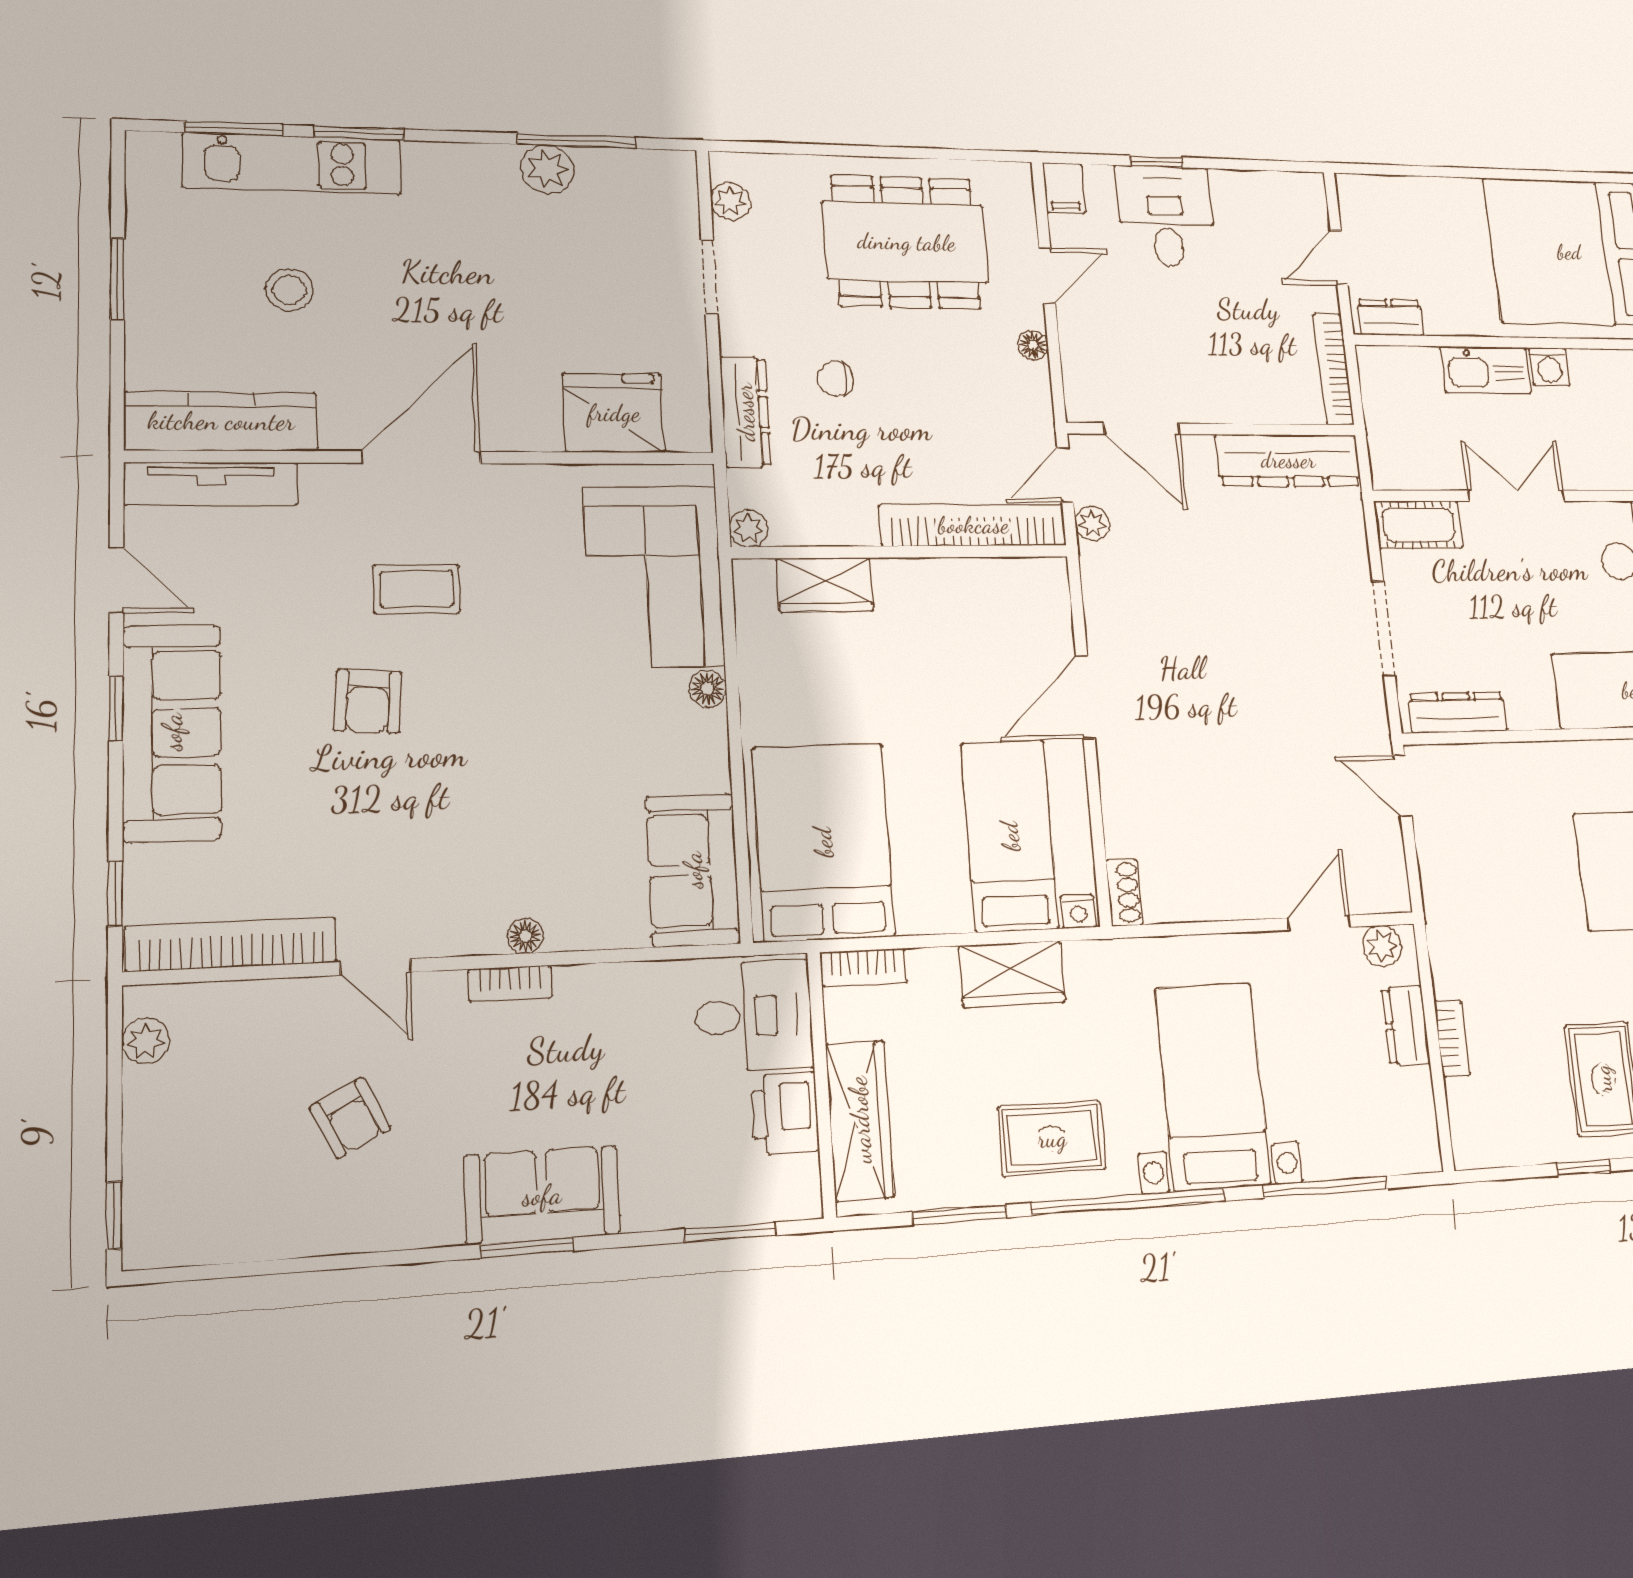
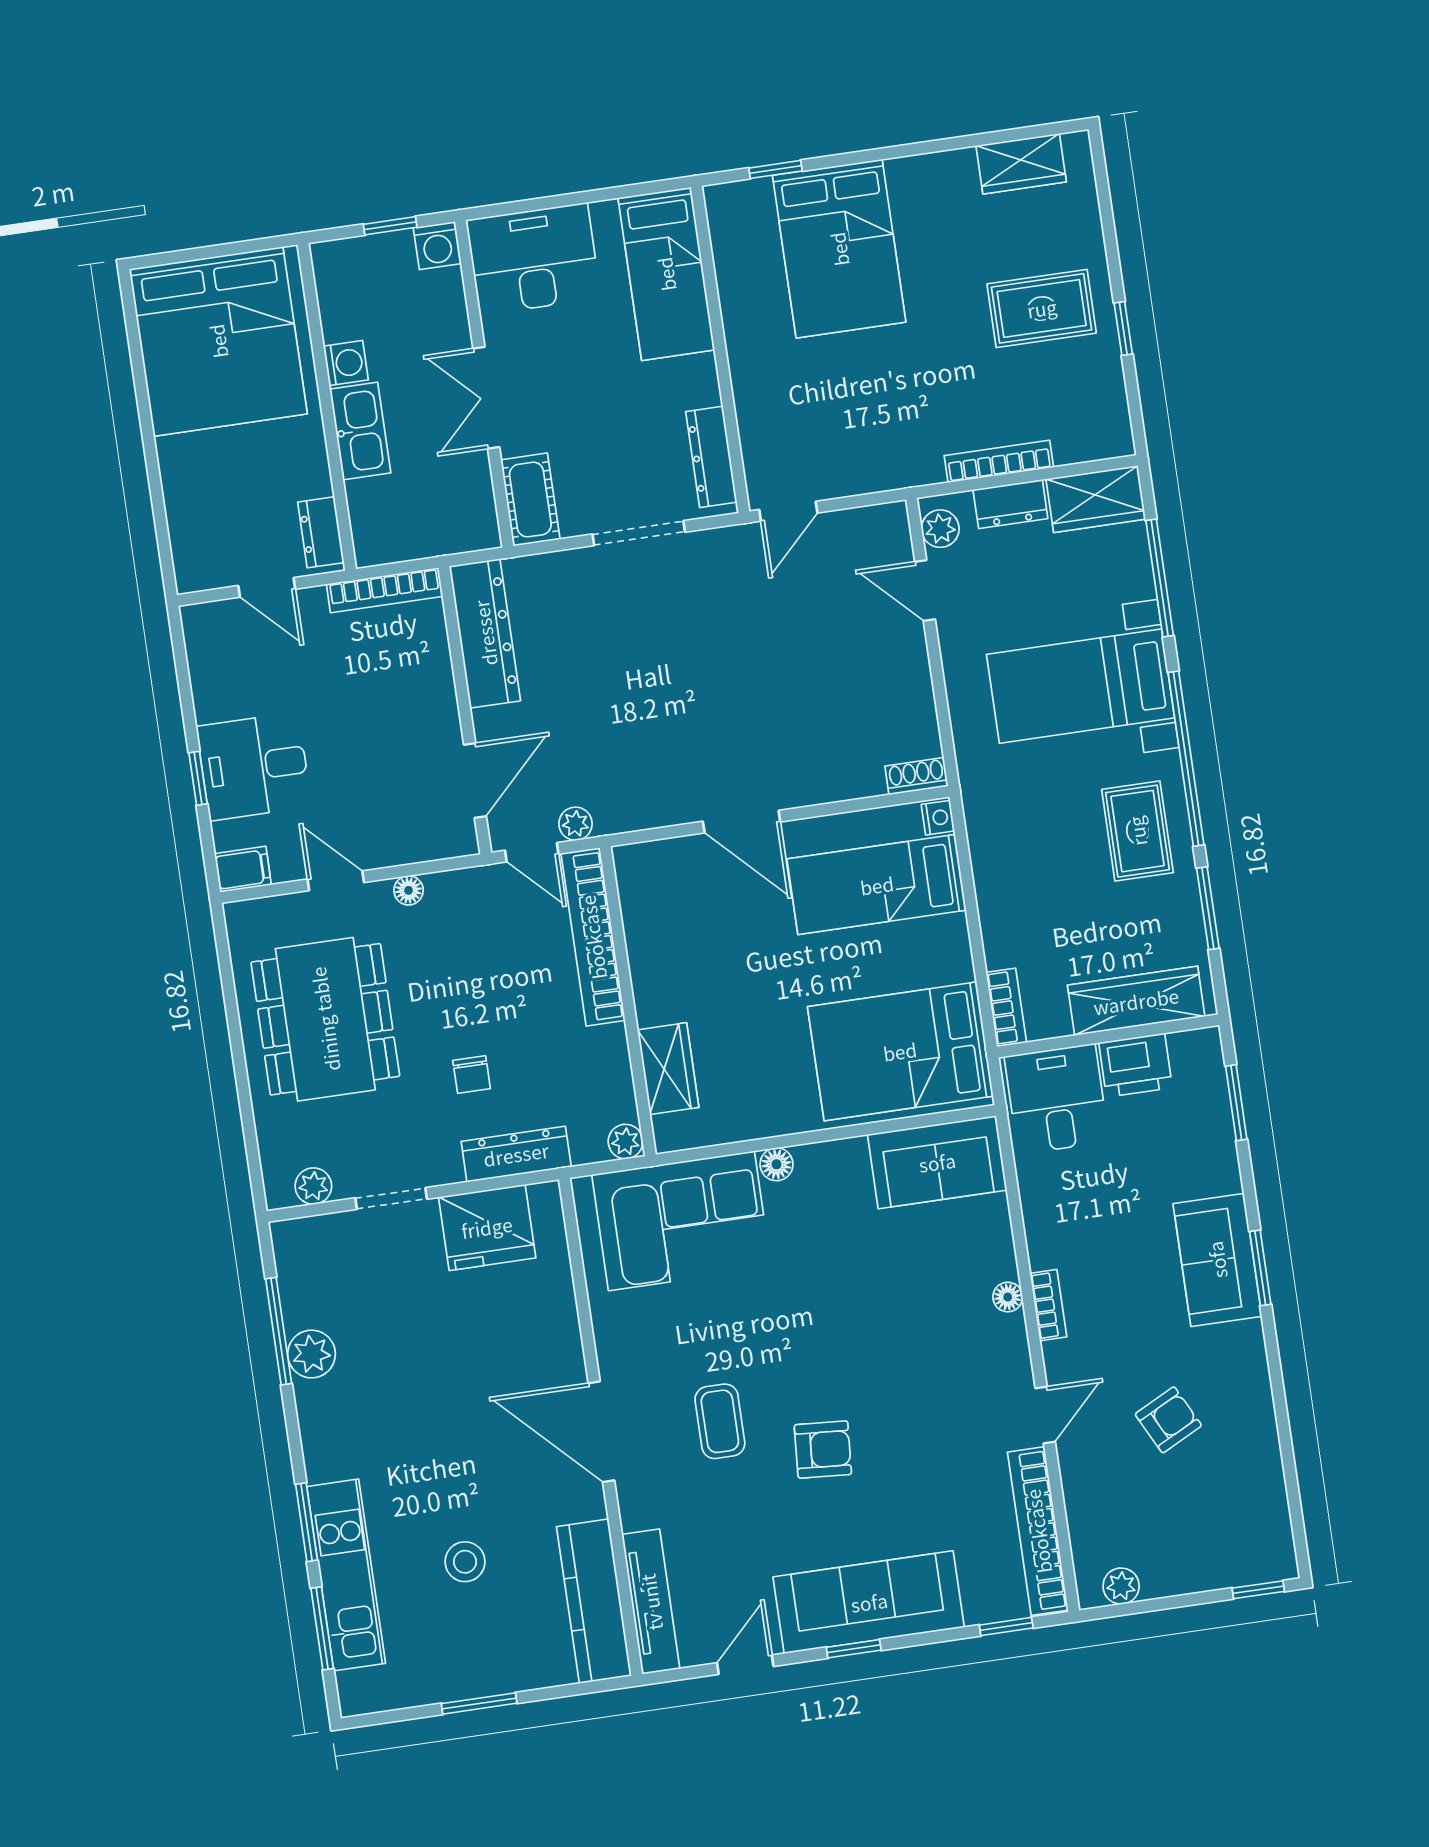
fridge: (614, 413) -> (487, 1227), moved, turned -90
wardrobe: (1012, 974) -> (1096, 499), moved, turned 90
bookcase: (1452, 1038) -> (999, 461), width x1.56

